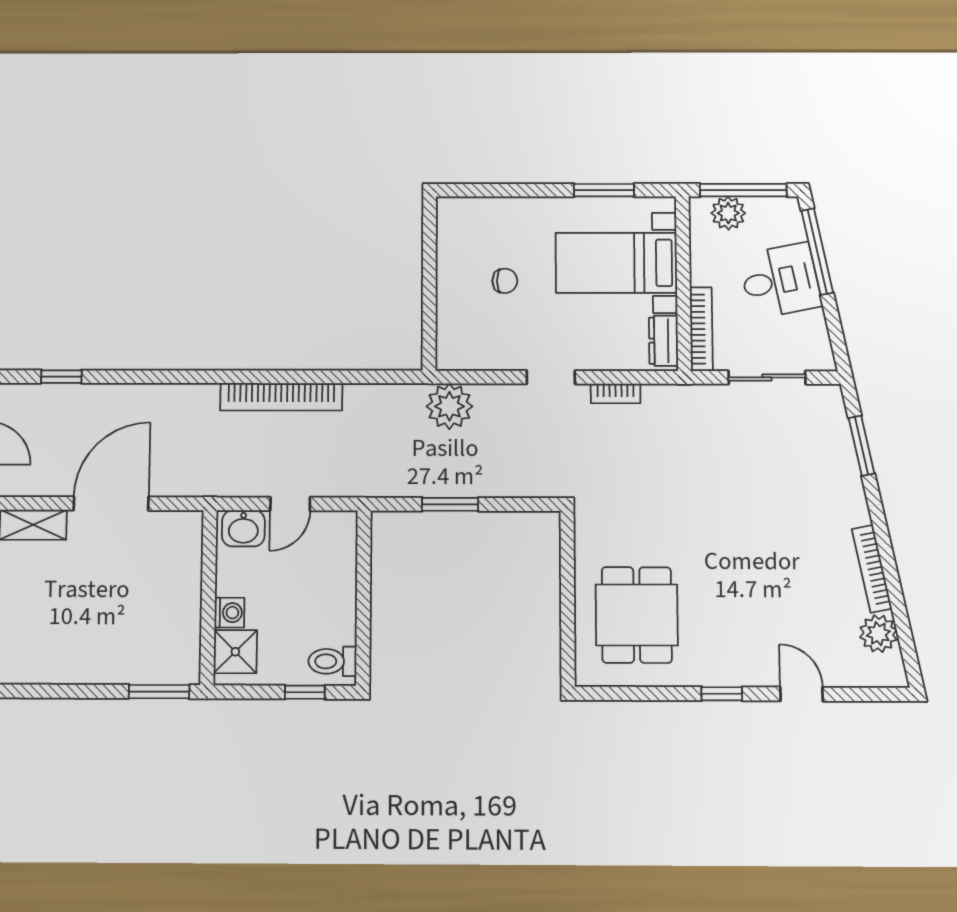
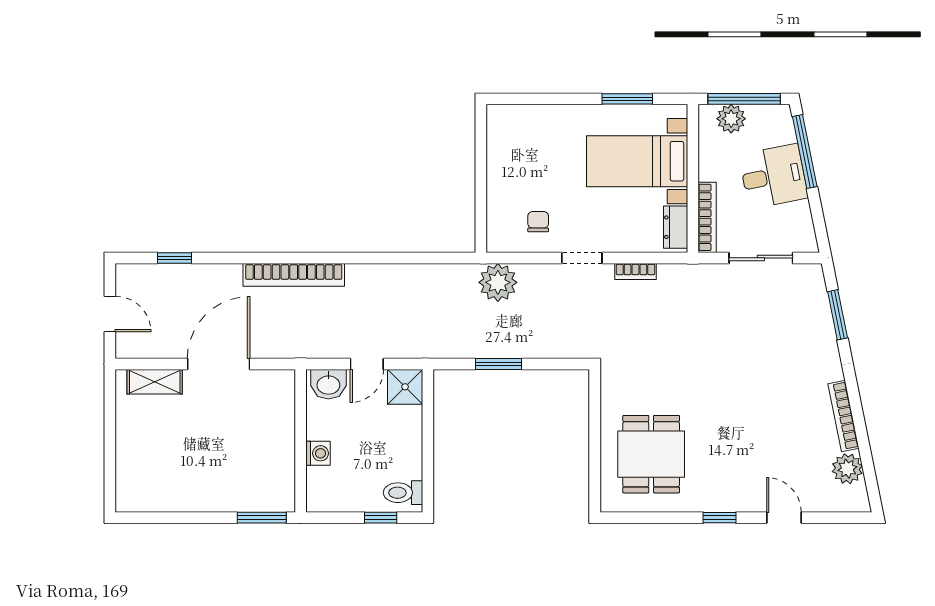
chair: (505, 281) -> (538, 222), moved, turned -90
bookcase: (281, 397) -> (294, 275), moved
shower: (235, 652) -> (405, 387), moved

